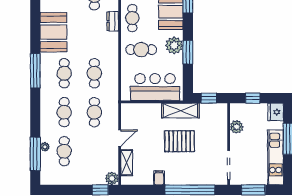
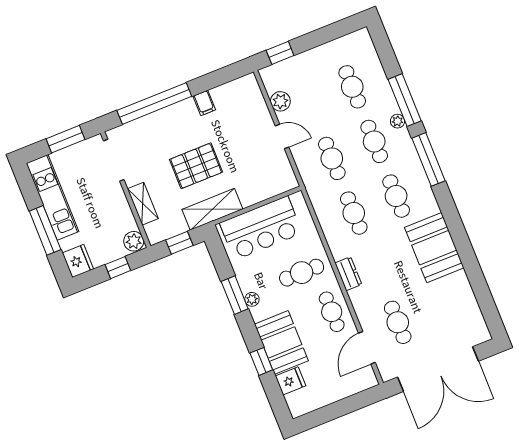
dresser: (113, 21) -> (348, 274), moved
plant: (174, 45) -> (252, 299), width x0.53, depth x0.53
window: (35, 71) -> (429, 159), moved
plant: (237, 127) -> (134, 241), moved
door: (120, 138) -> (282, 136), swing flipped
plant: (45, 147) -> (397, 121), moved
window: (35, 154) -> (405, 100), moved
shelving: (127, 163) -> (143, 204), moved
plant: (112, 178) -> (280, 101), moved

